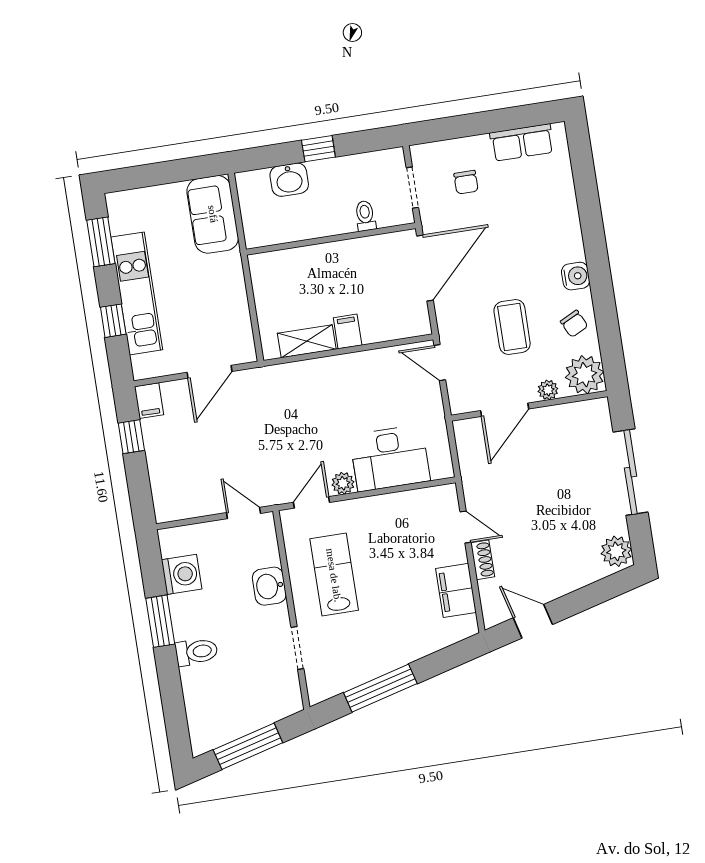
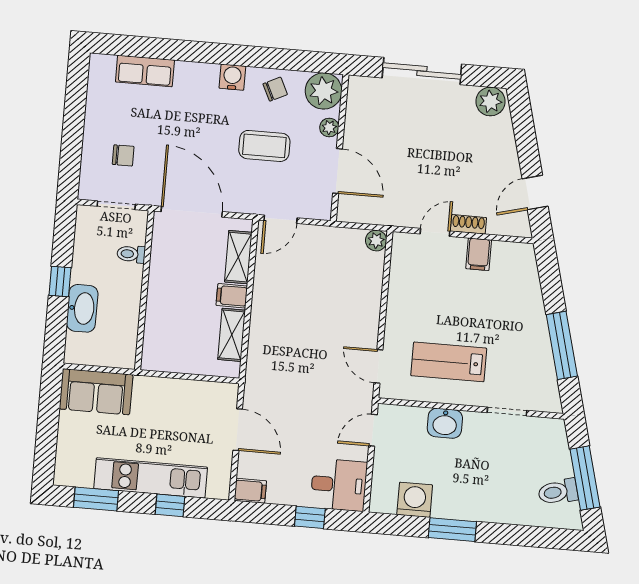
row of seats: (522, 142) -> (145, 71), moved, turned 90
washbasin: (289, 180) -> (82, 308), width x1.38
shelving: (390, 328) -> (238, 257), added
window: (131, 437) -> (310, 517), moved
desk: (390, 458) -> (339, 485), moved, width x0.73
plant: (343, 483) -> (376, 241), moved
filing cabinet: (456, 590) -> (479, 254), width x0.50
toilet: (197, 652) -> (558, 492), moved, turned -105

